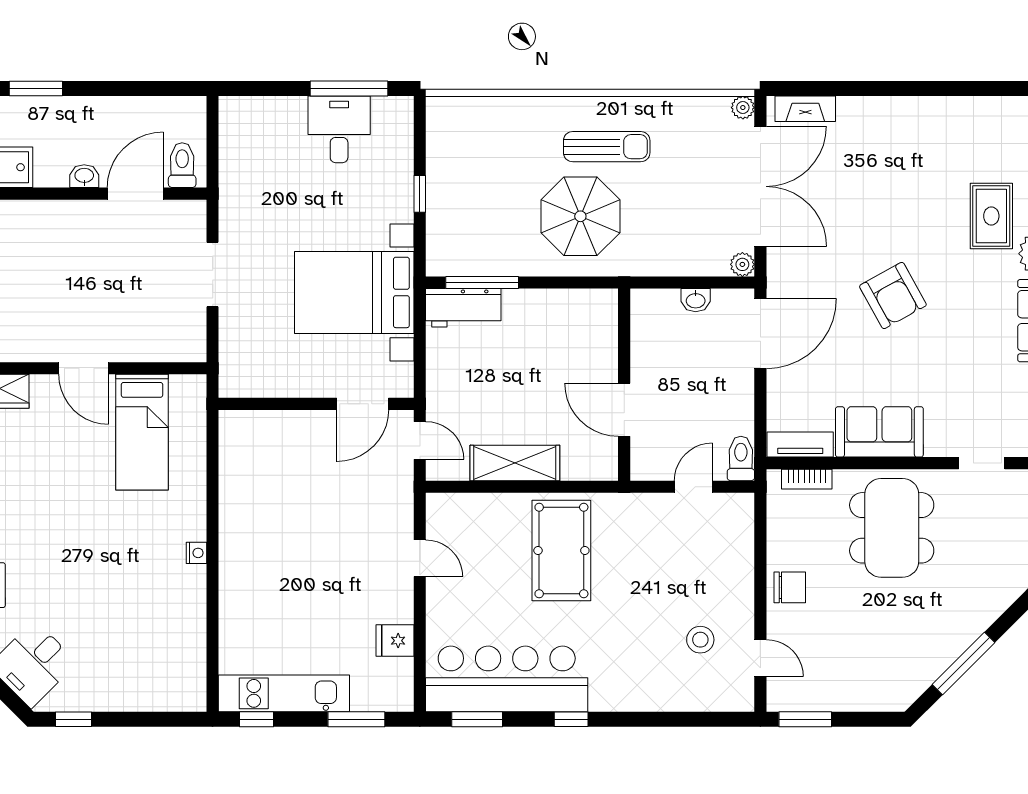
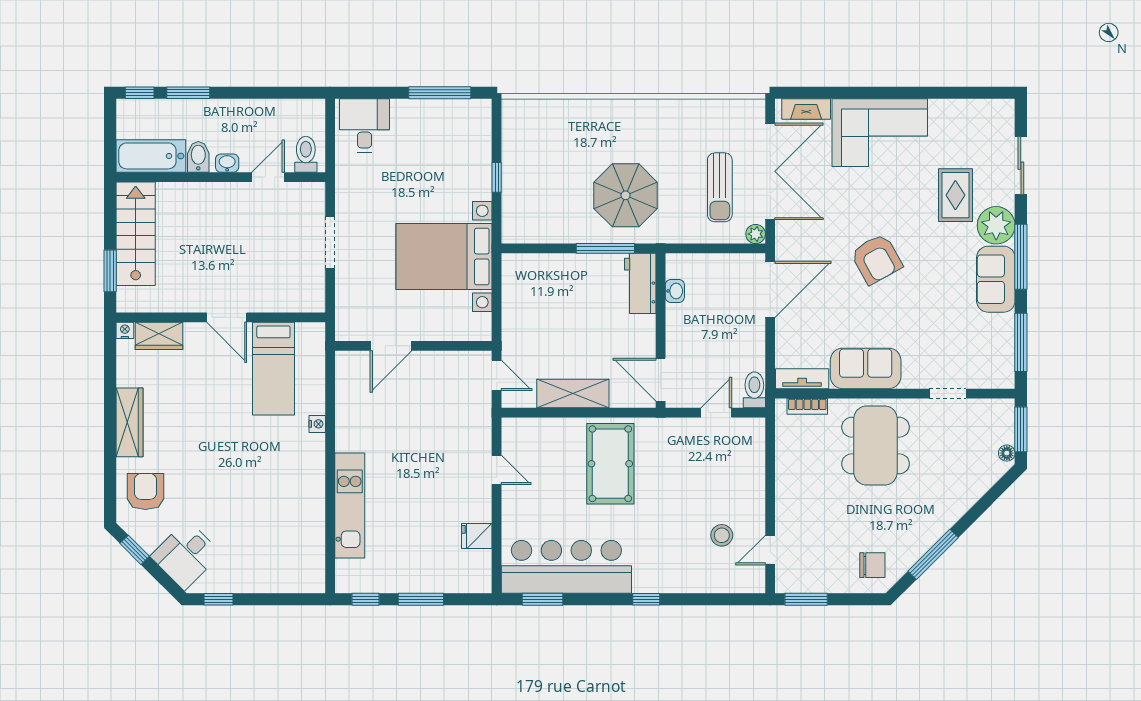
plant: (743, 108) -> (756, 108), removed
desk: (339, 129) -> (364, 126), moved
corner sofa: (897, 138) -> (880, 133), added
sun lounger: (607, 147) -> (720, 187), moved, turned 90
bidet: (48, 168) -> (198, 157), added
door: (135, 194) -> (268, 177), width x0.73
window: (482, 282) -> (605, 248), moved
washbasin: (696, 300) -> (675, 291), moved, turned -90
workbench: (463, 308) -> (640, 283), moved, turned 90
door: (363, 404) -> (391, 346), moved
door: (624, 410) -> (661, 380), moved
nightstand: (196, 553) -> (317, 424), moved
chair: (790, 587) -> (872, 565), moved
door: (760, 658) -> (770, 550), swing flipped
kitchen unit: (284, 693) -> (350, 506), moved, turned 90
window: (356, 719) -> (421, 599), moved
window: (571, 719) -> (646, 599), moved

